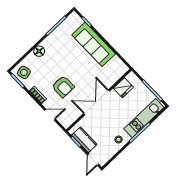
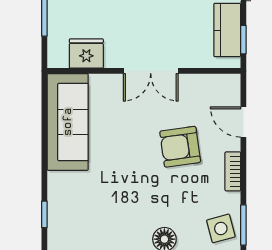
sofa: (94, 44) -> (68, 122), moved
armchair: (63, 87) -> (180, 147), turned -98
double door: (97, 102) -> (151, 71), width x0.73

